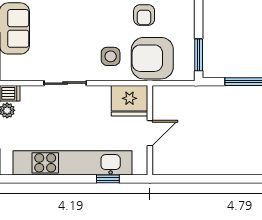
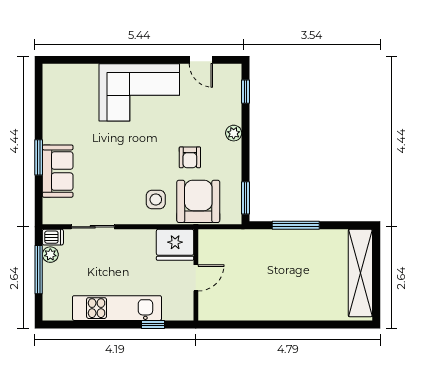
armchair: (152, 58) -> (198, 201), turned 90
sliding door: (65, 83) -> (93, 227), moved
kitchen unit: (73, 163) -> (117, 308), width x0.73

